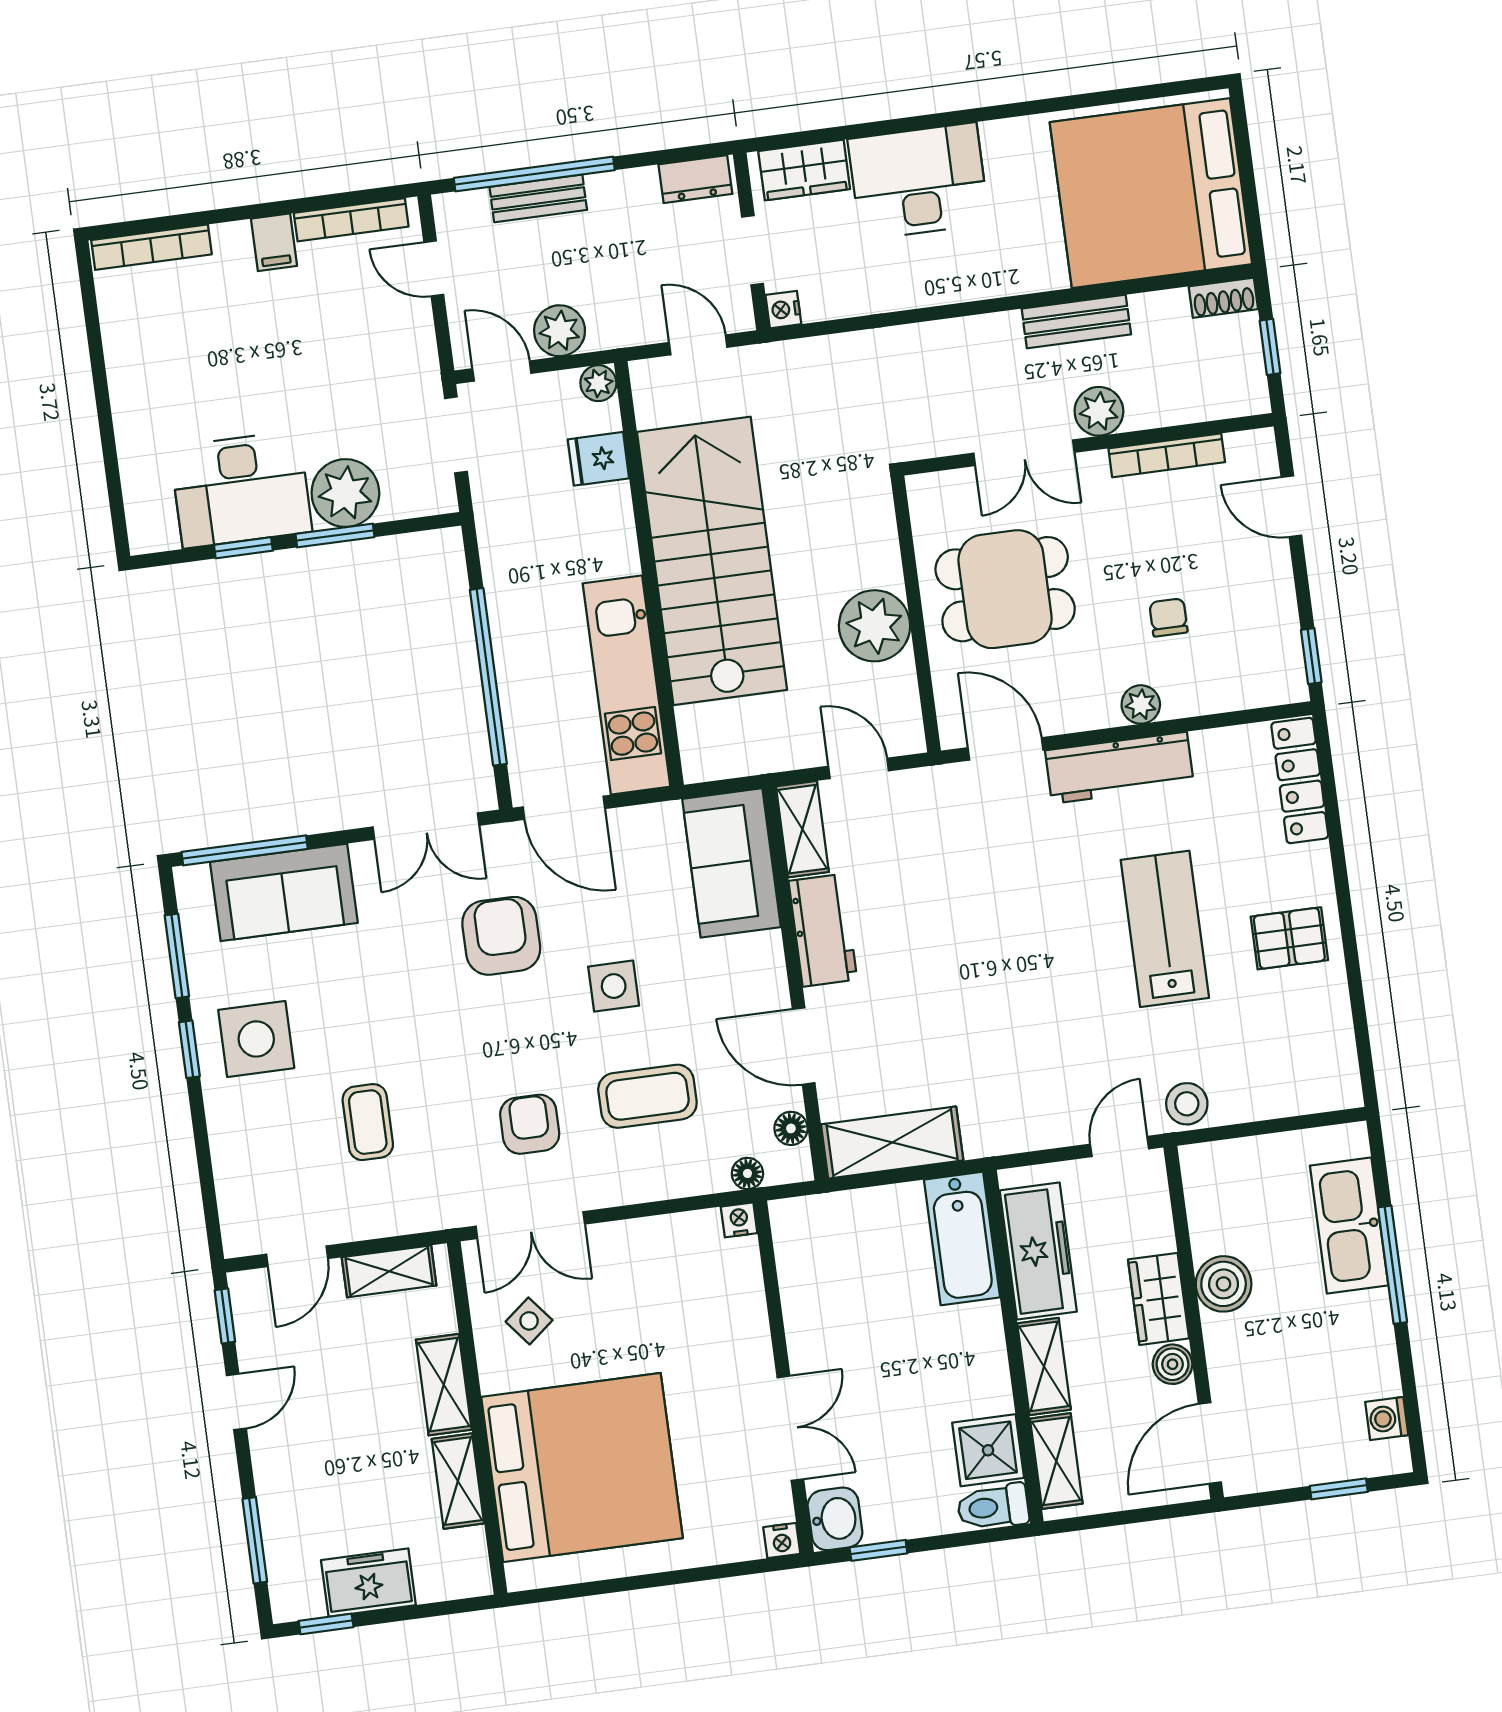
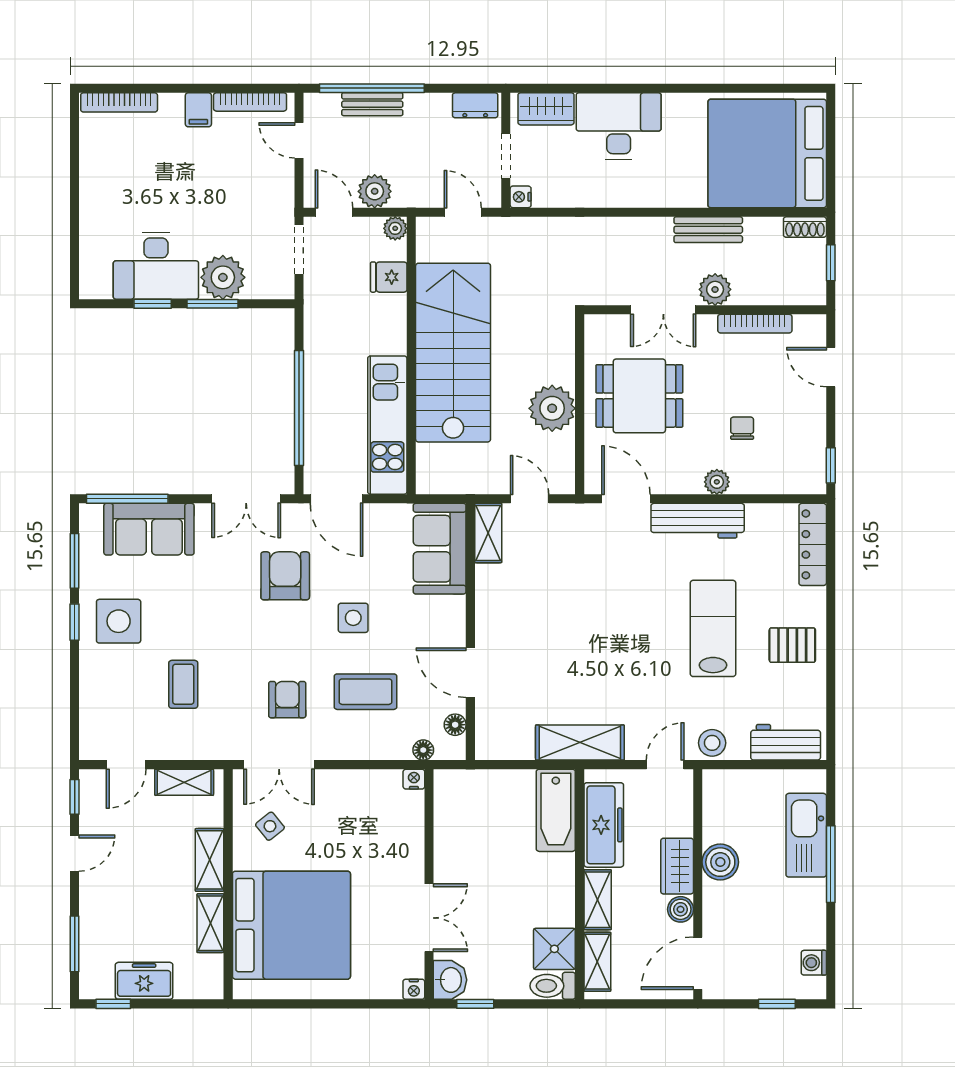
workbench: (823, 930) -> (786, 742), moved, turned -90
shelving: (892, 1142) -> (580, 742), moved

